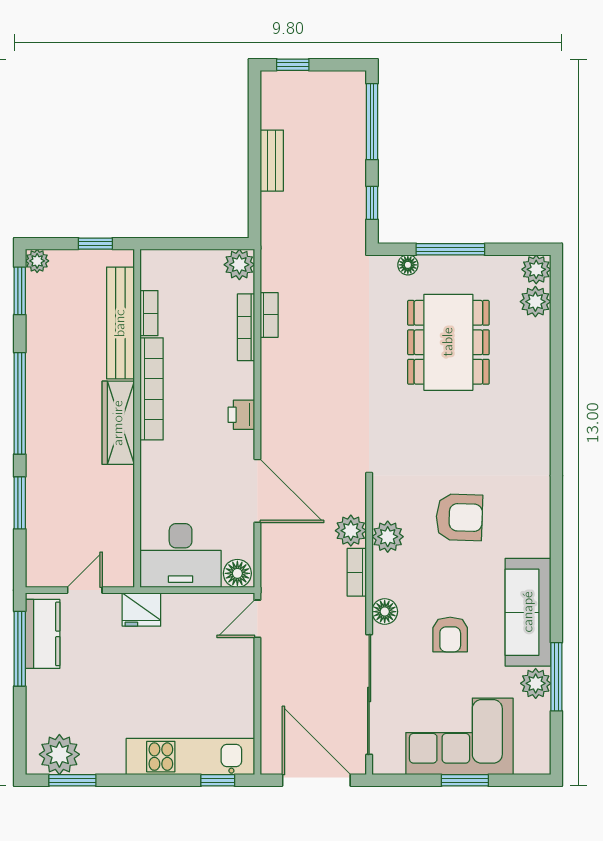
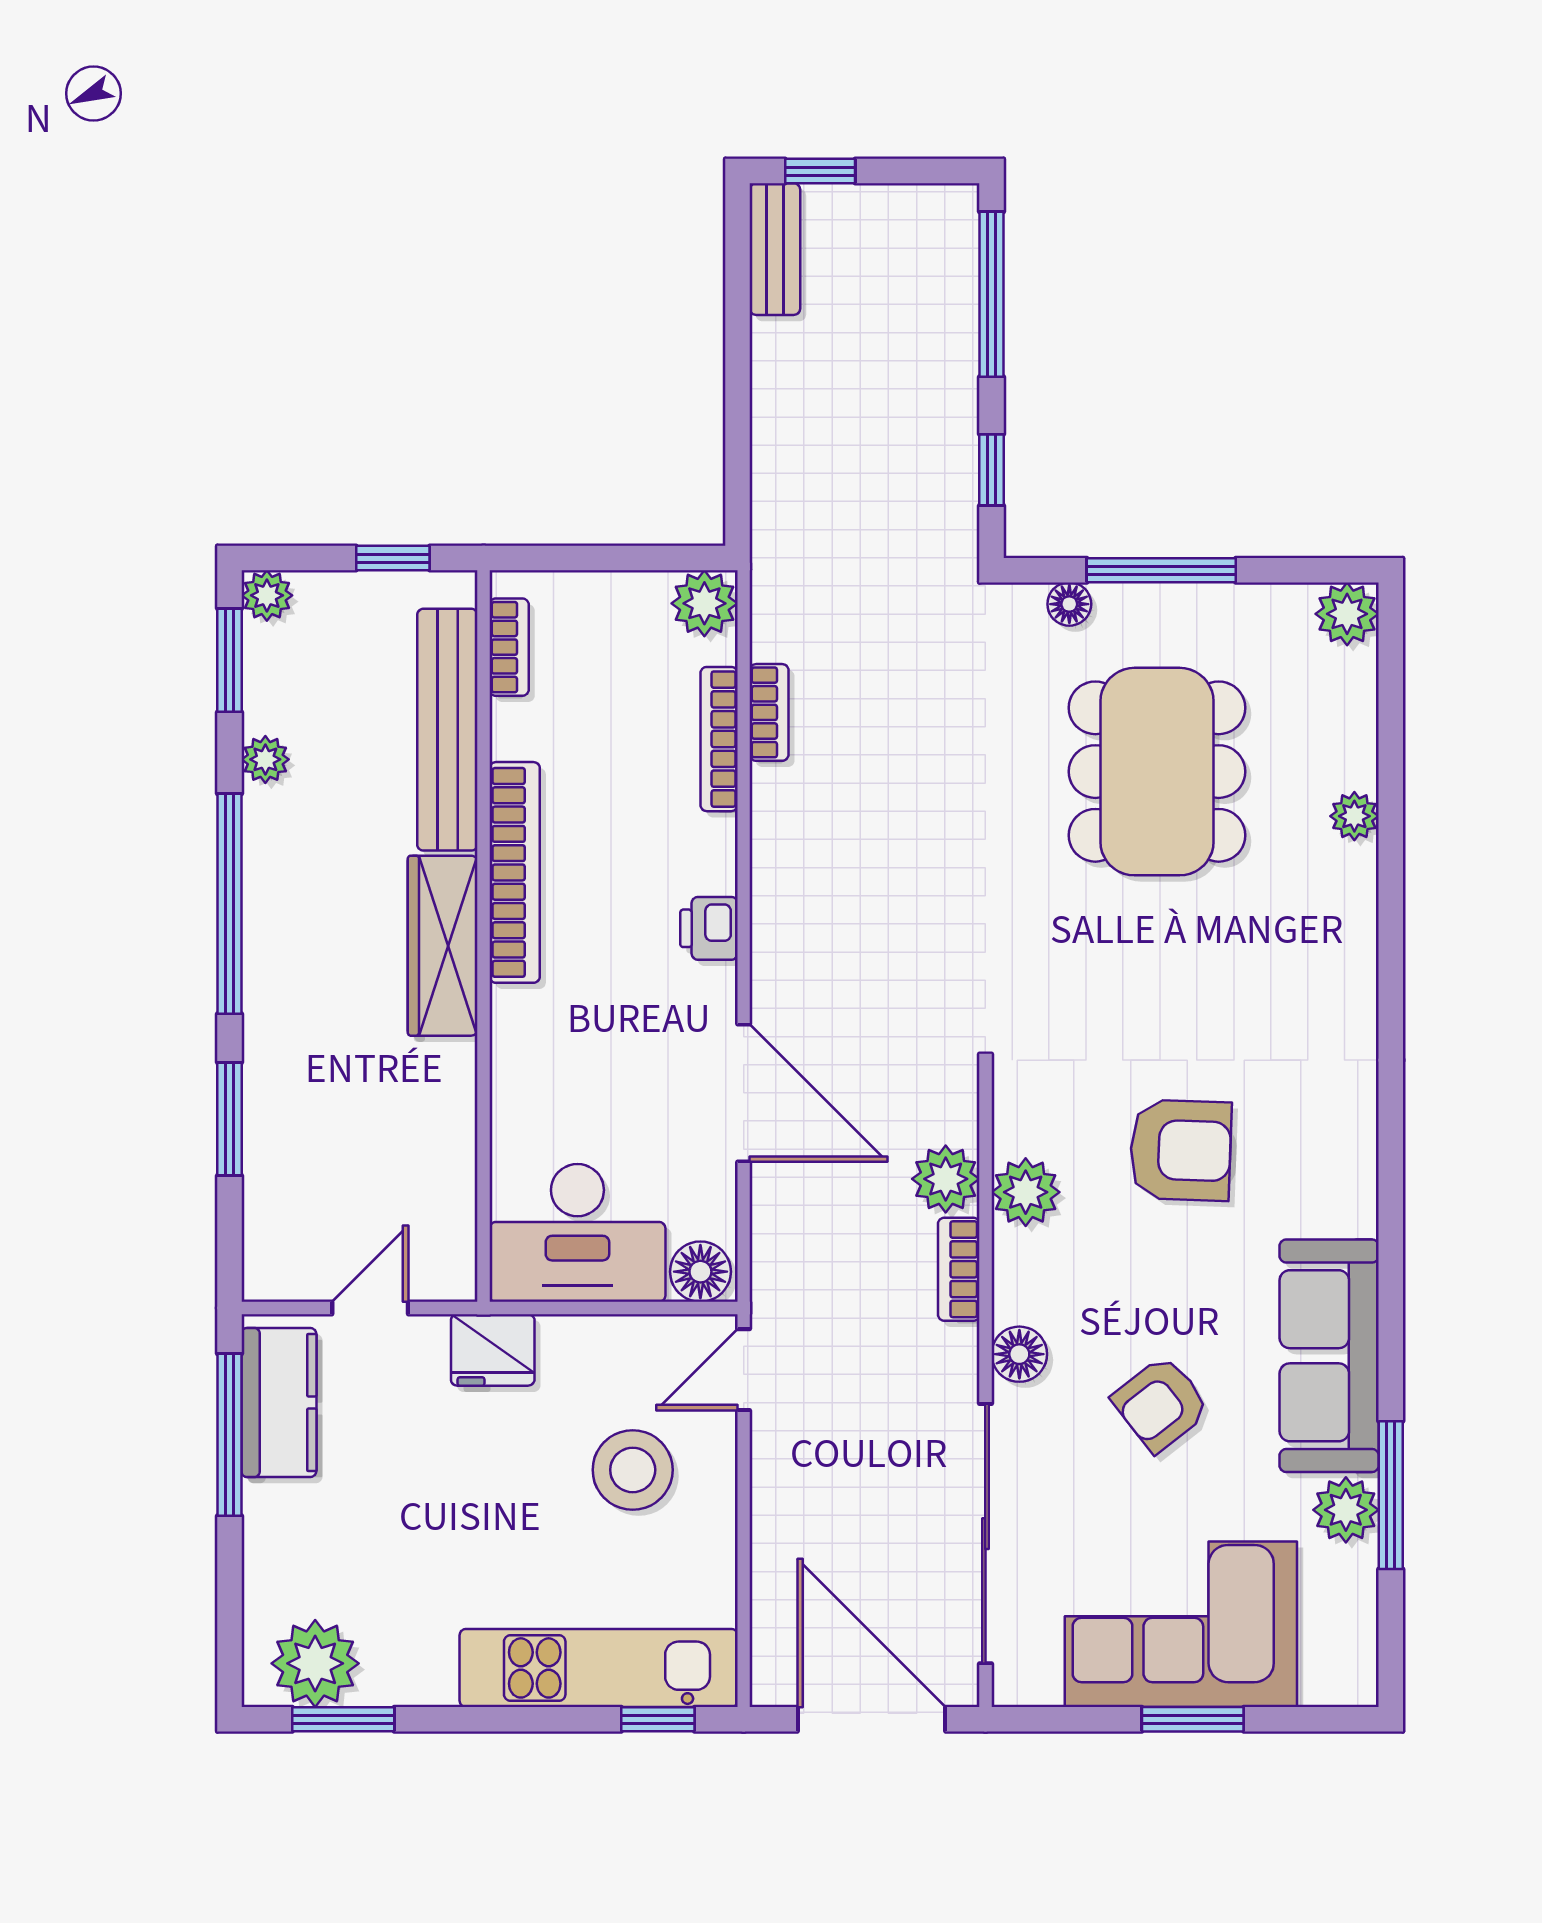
bench: (272, 161) -> (775, 249), moved
plant: (535, 302) -> (1354, 816), moved, width x0.73, depth x0.73
bookcase: (149, 313) -> (509, 647), moved
plant: (36, 337) -> (265, 759), added
armchair: (450, 635) -> (1161, 1404), turned 52
stool: (206, 665) -> (633, 1470), added

